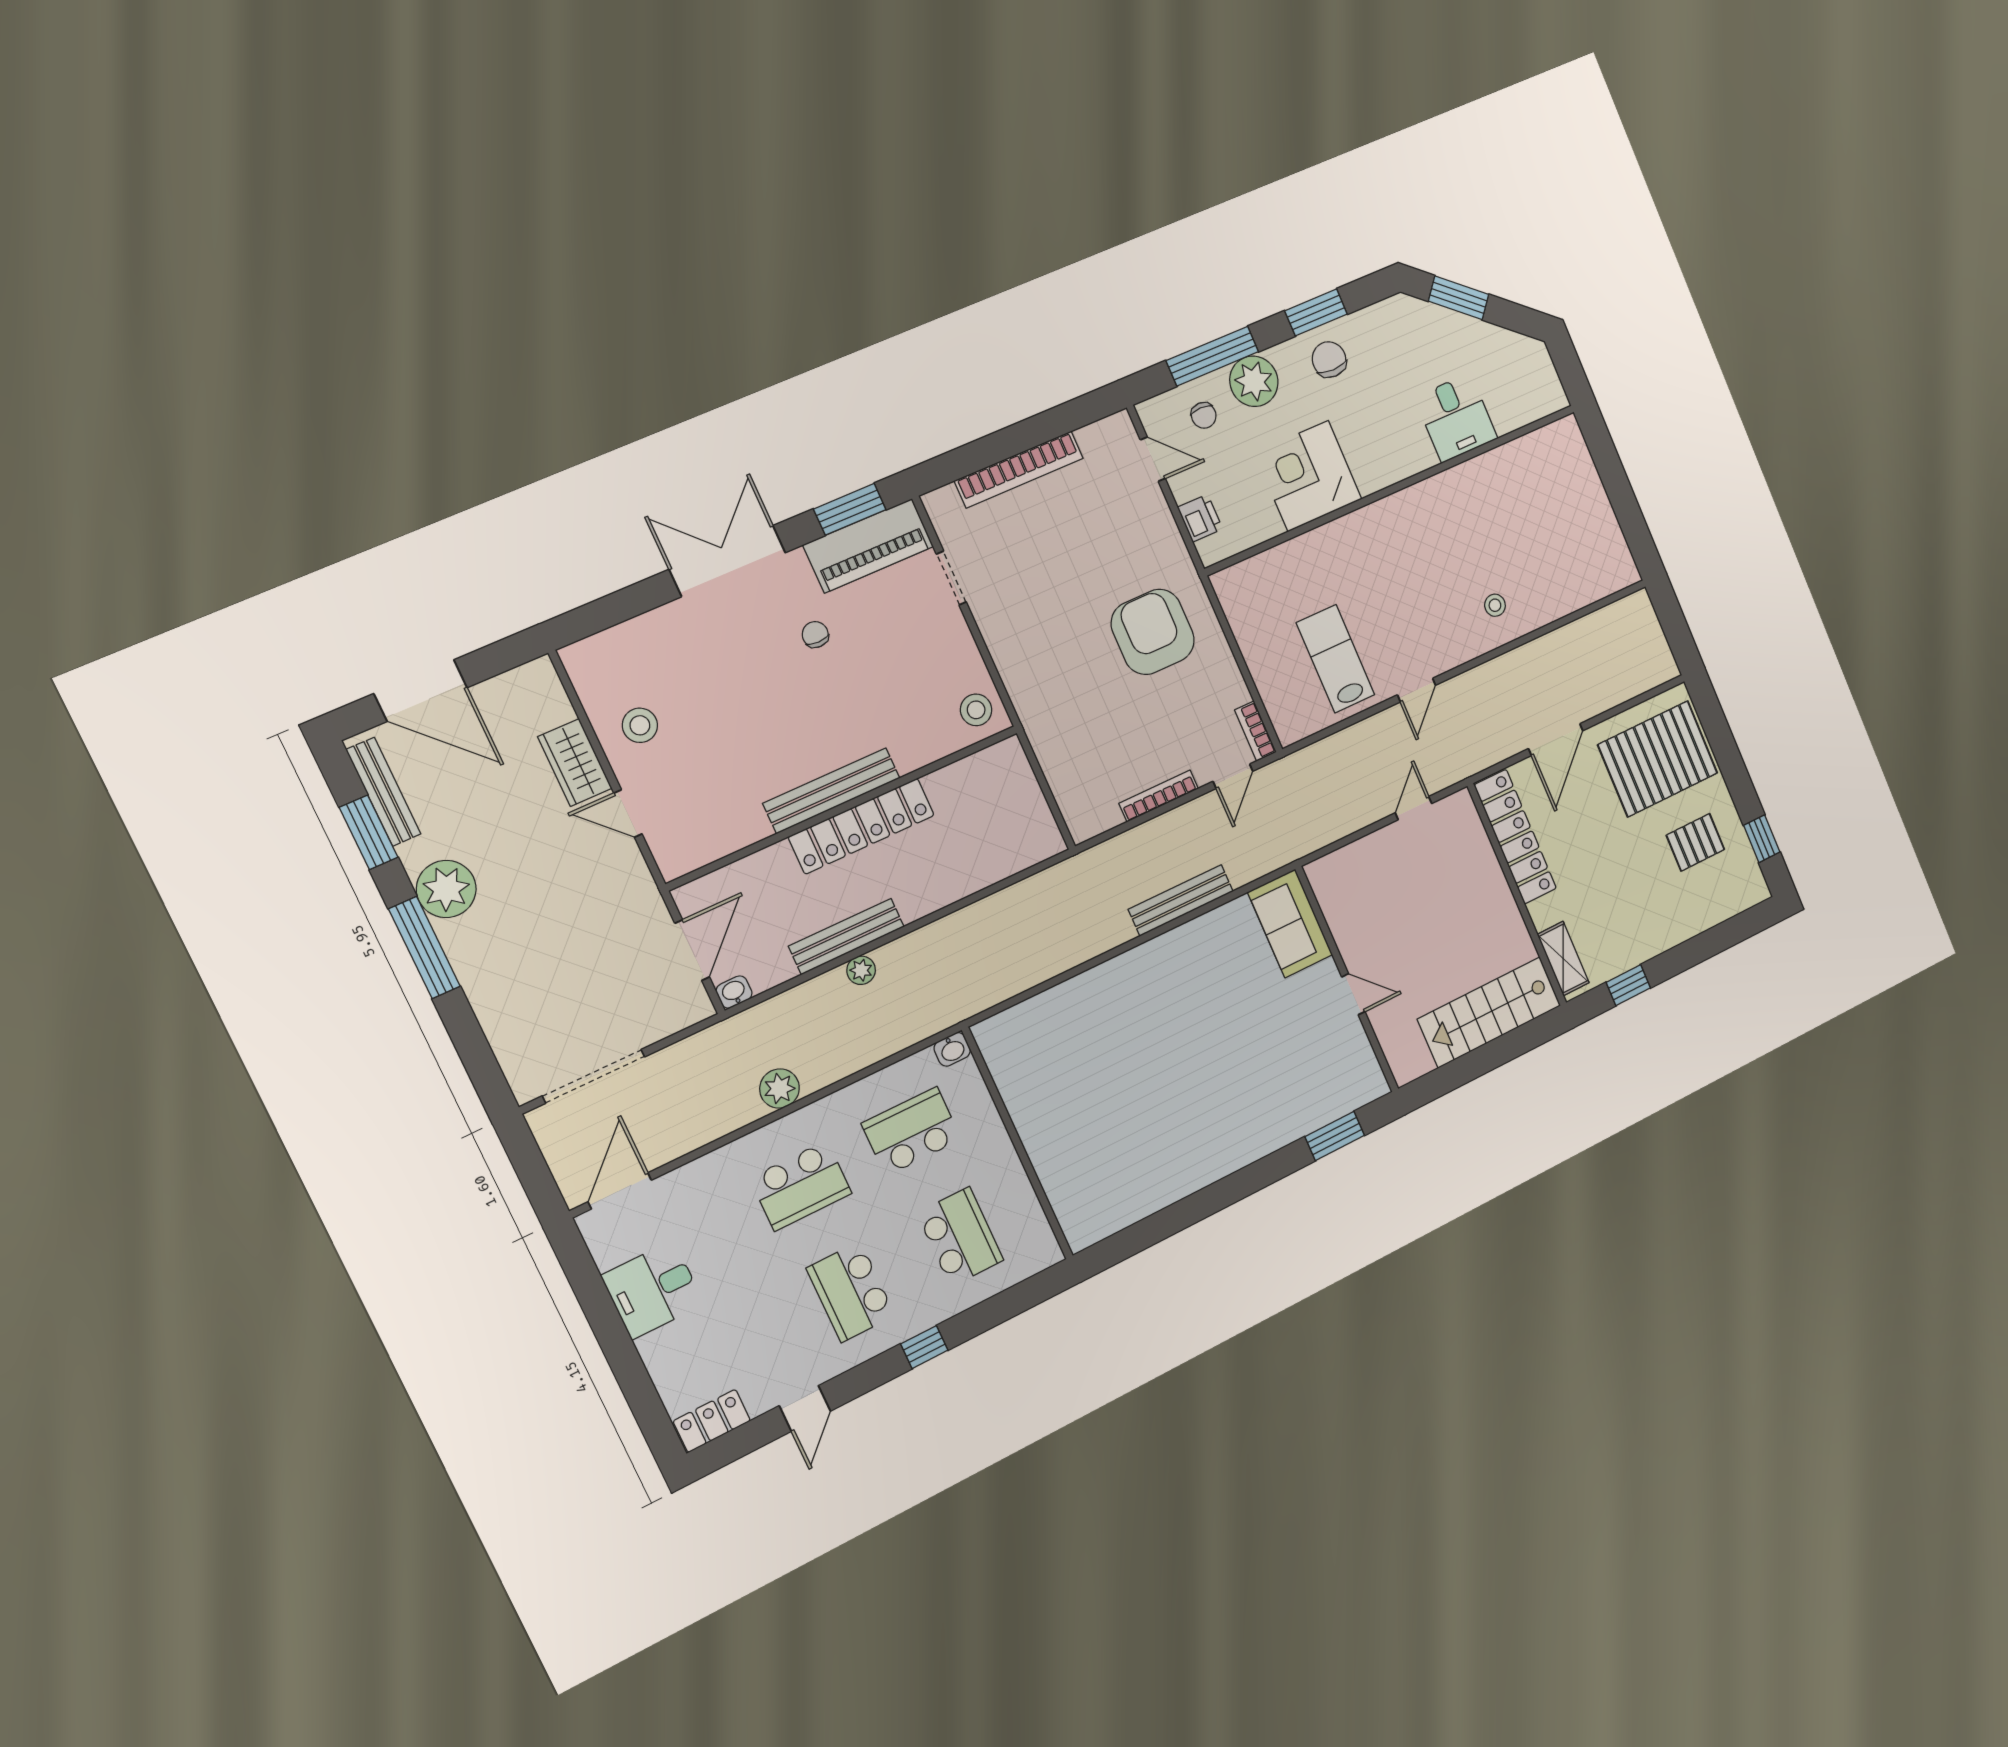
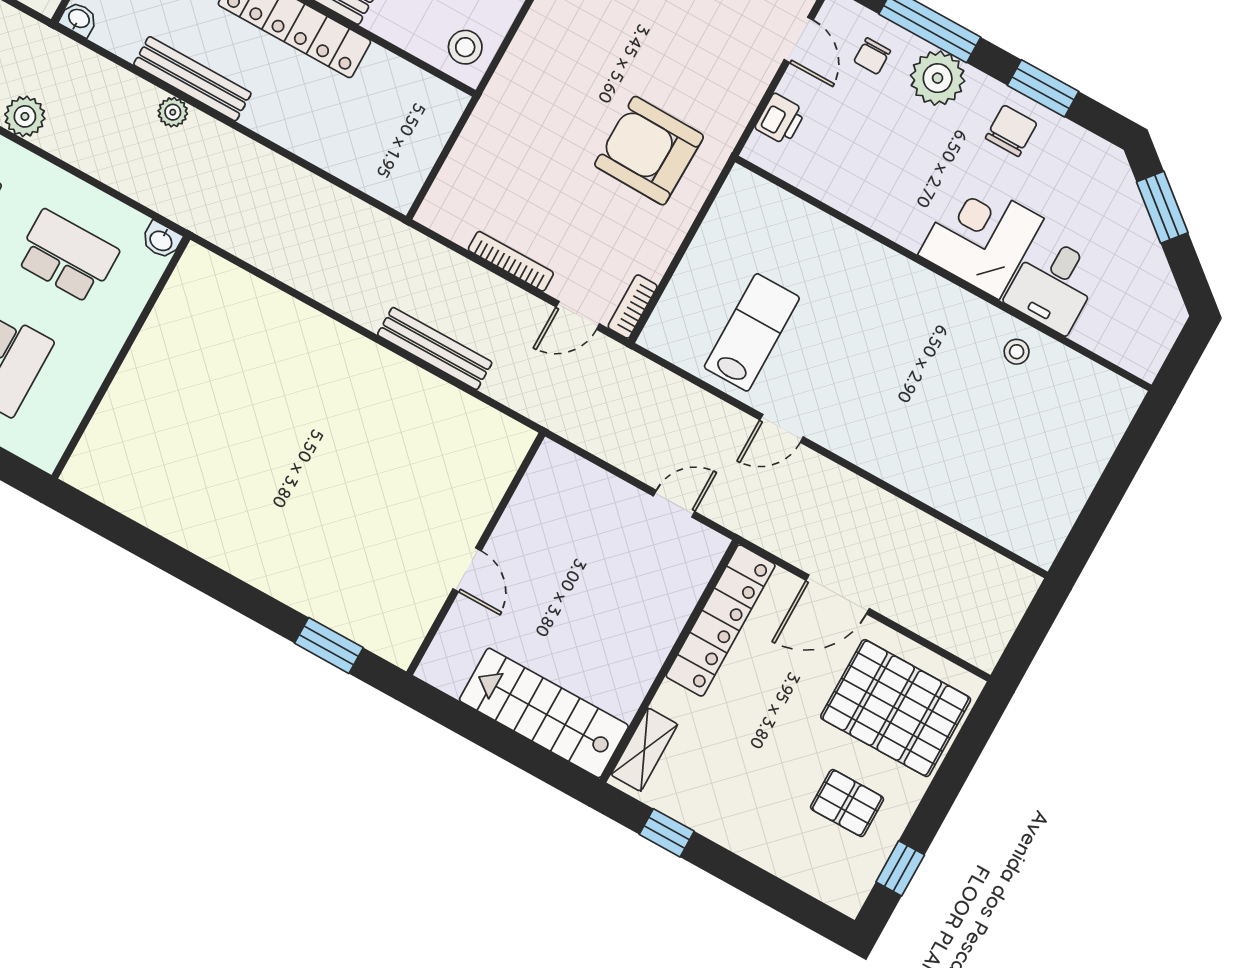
corner desk: (1308, 476) -> (981, 237), moved
stool: (1495, 605) -> (1017, 352), moved
armchair: (1153, 632) -> (649, 151), turned -89
sofa: (1290, 923) -> (487, 464), removed

